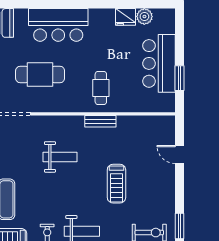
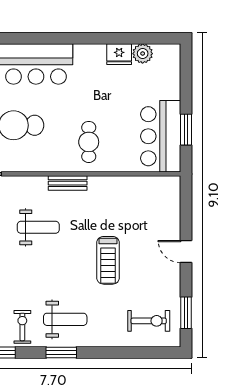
bar counter: (159, 63) -> (161, 136), moved
bench: (100, 121) -> (68, 183), moved
door: (179, 154) -> (186, 252), moved

